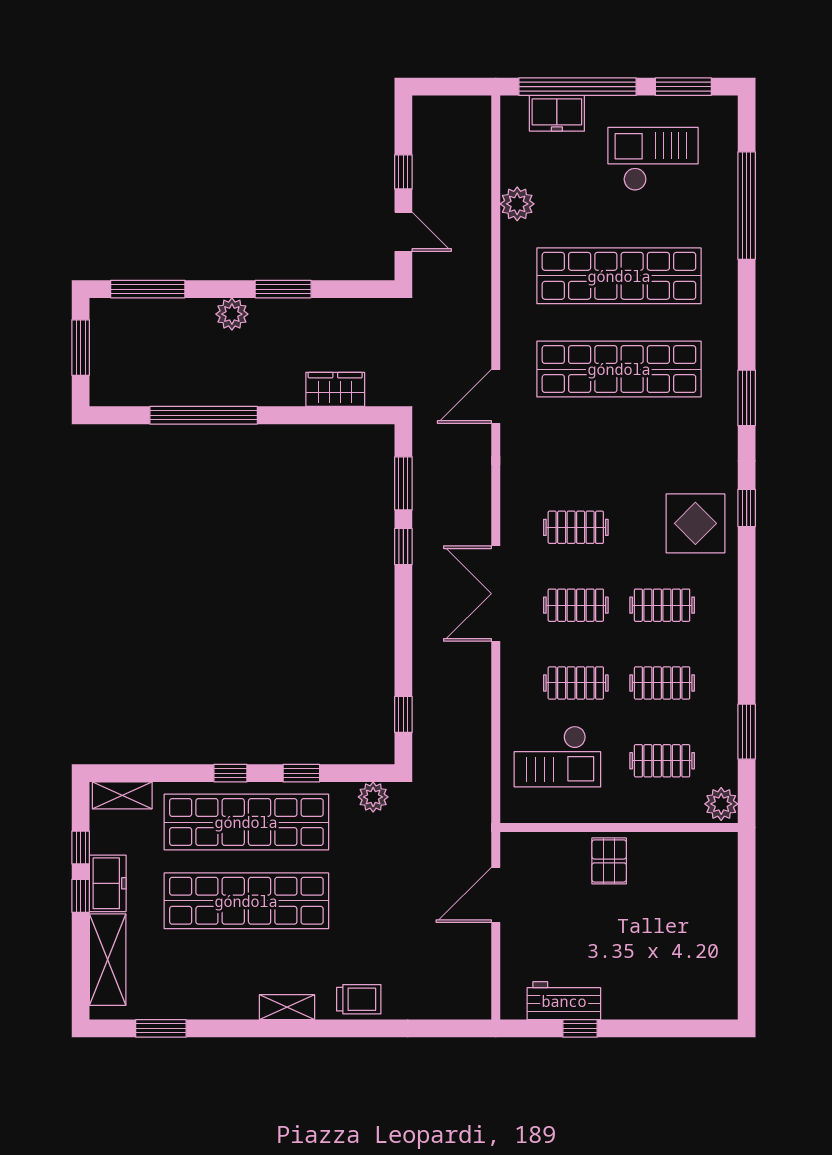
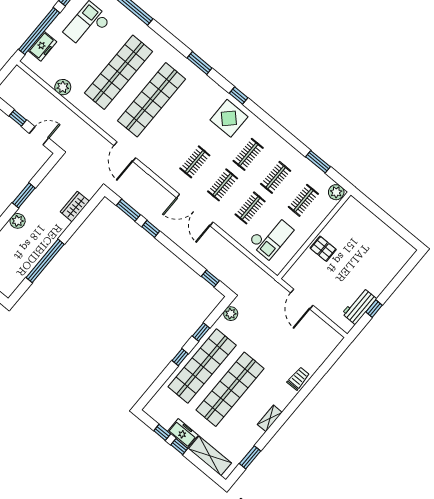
shelving: (122, 795) -> (156, 402), removed
shelving: (287, 1007) -> (270, 418), moved

